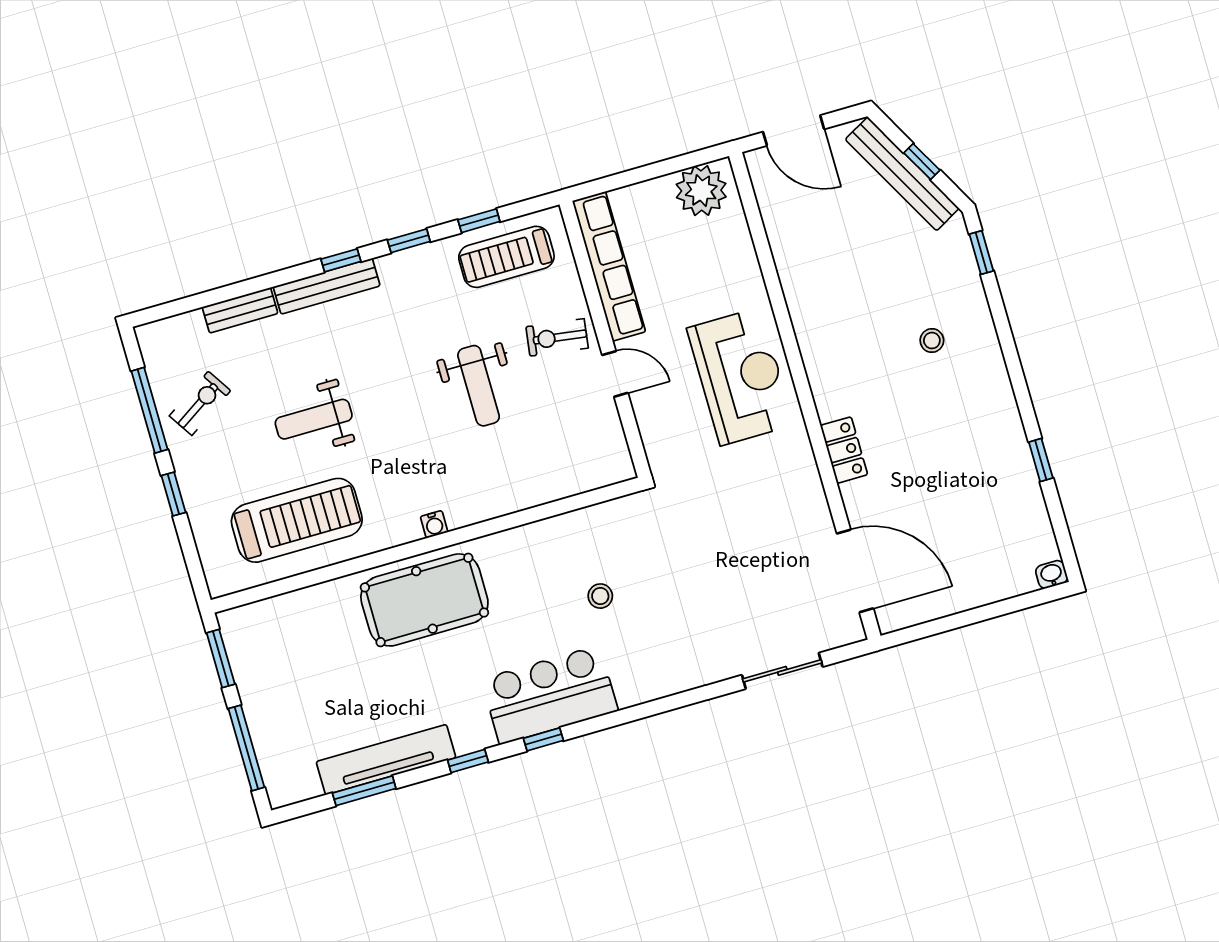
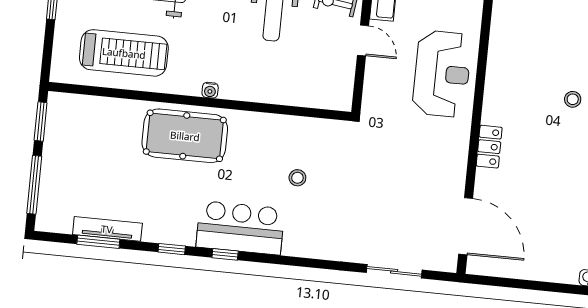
tv unit: (386, 760) -> (107, 229), width x0.73, depth x0.78

